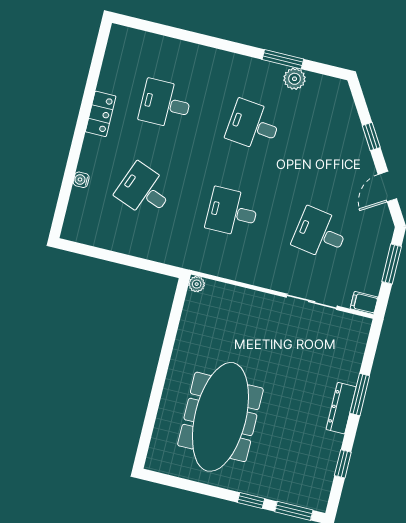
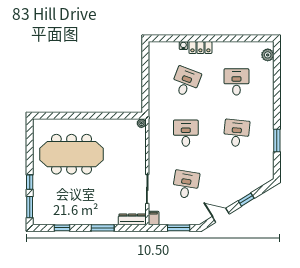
plant: (295, 79) -> (268, 55), moved
locker: (101, 114) -> (200, 48), moved
dresser: (341, 408) -> (132, 219), moved

